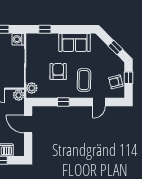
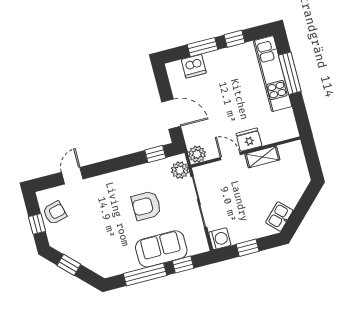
window: (70, 29) -> (145, 275), added
sofa: (74, 42) -> (161, 249), moved
armchair: (58, 72) -> (146, 206), turned 90
coffee table: (84, 80) -> (104, 203), removed
window: (63, 102) -> (155, 154), moved

